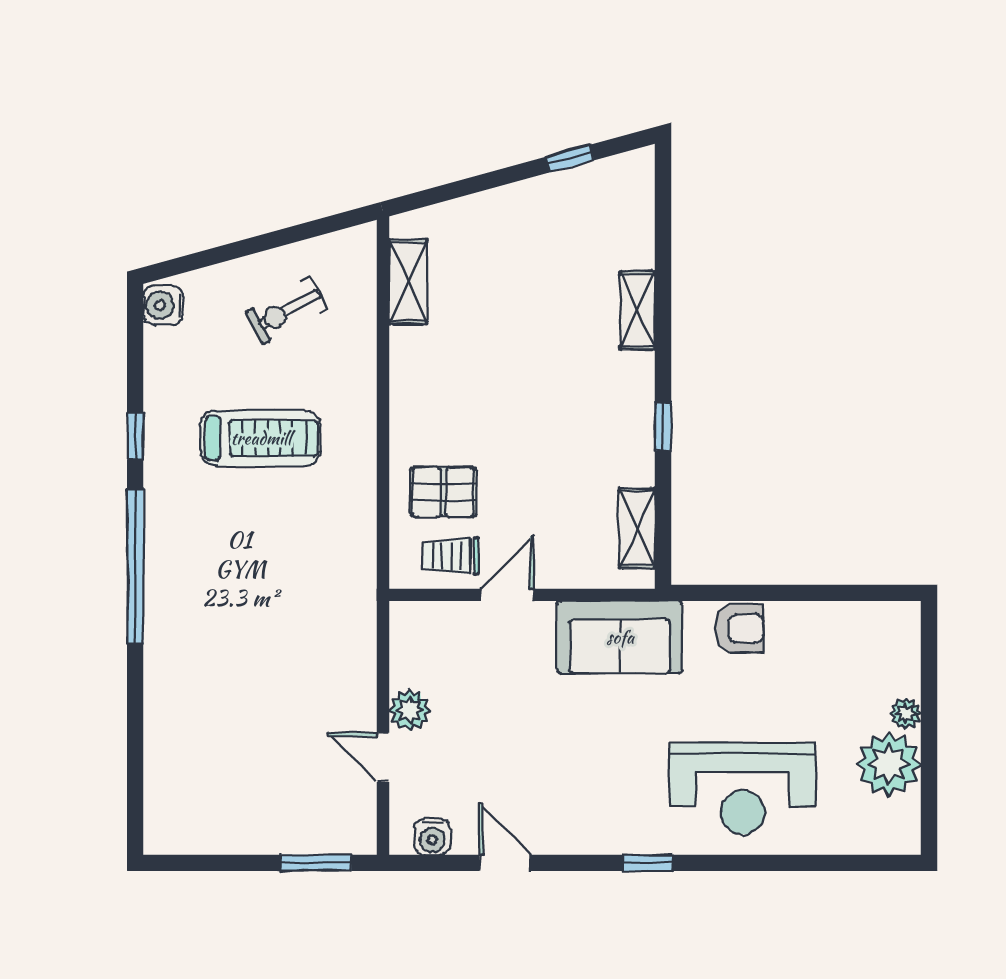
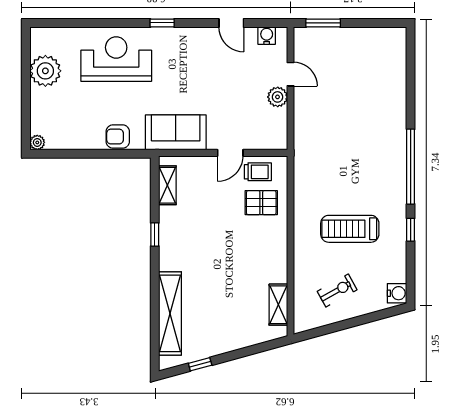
shelving: (637, 310) -> (170, 313), width x2.20, depth x1.33
plant: (906, 713) -> (37, 142), moved

